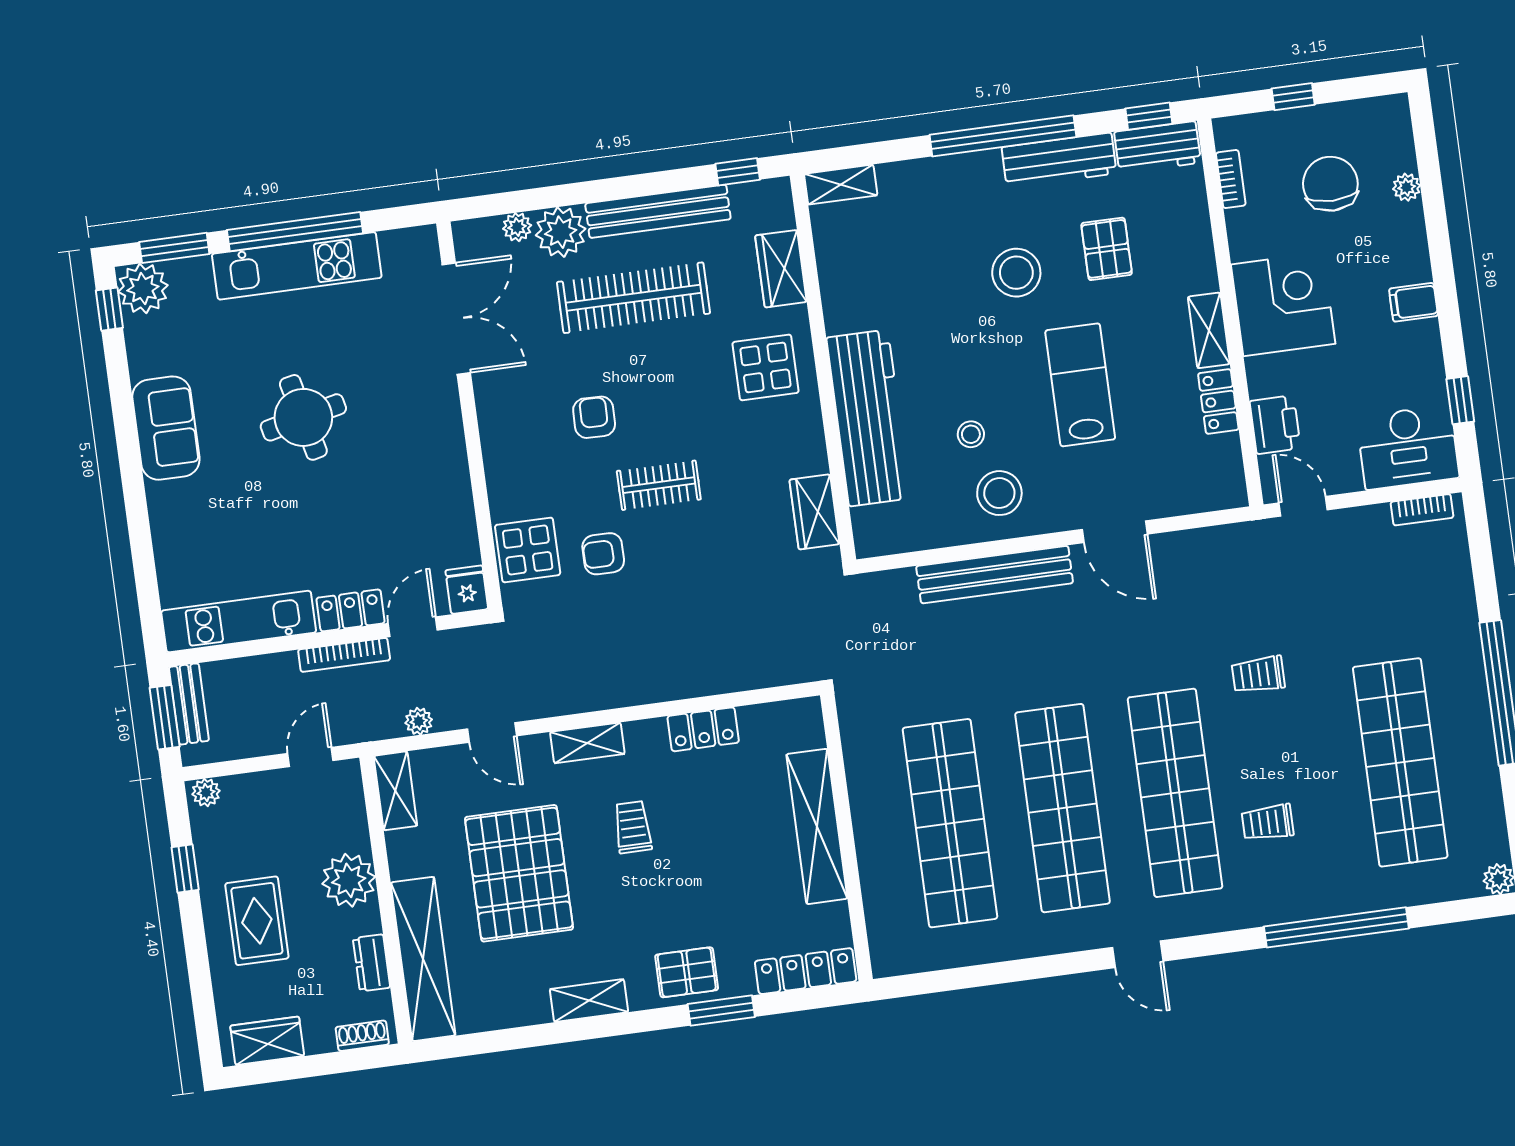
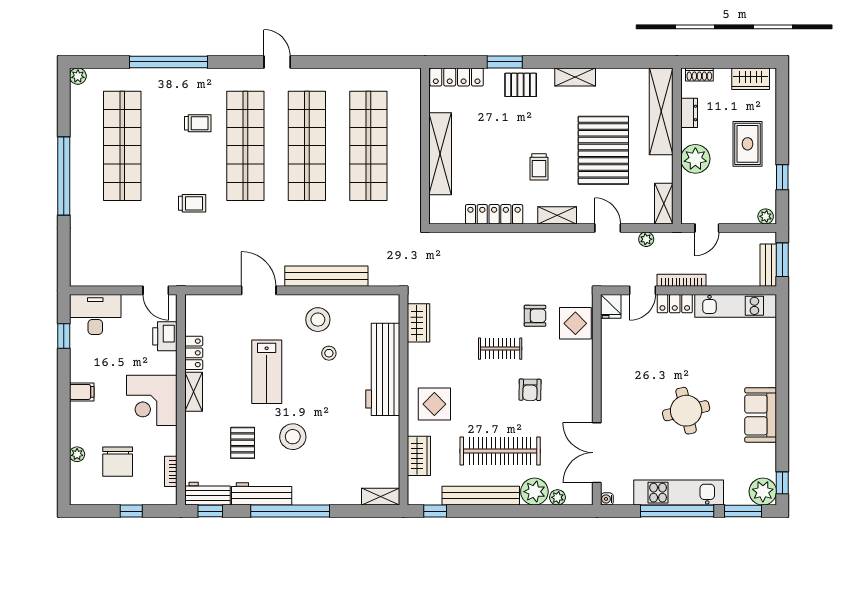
water cooler: (426, 236) -> (607, 499), added
bookcase: (1422, 510) -> (92, 280), removed
locker: (703, 729) -> (494, 214), width x1.53

